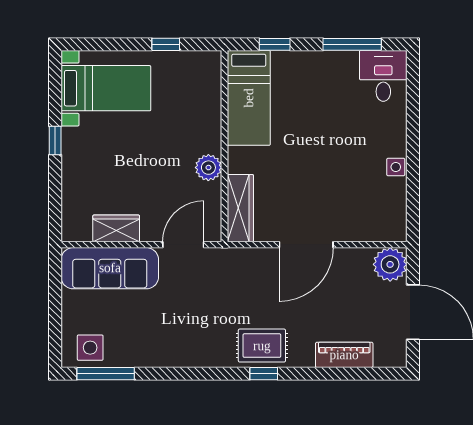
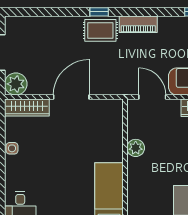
wardrobe: (240, 208) -> (27, 108), moved, turned -90
door: (183, 245) -> (152, 97), swing flipped
piano: (344, 355) -> (138, 24), moved

